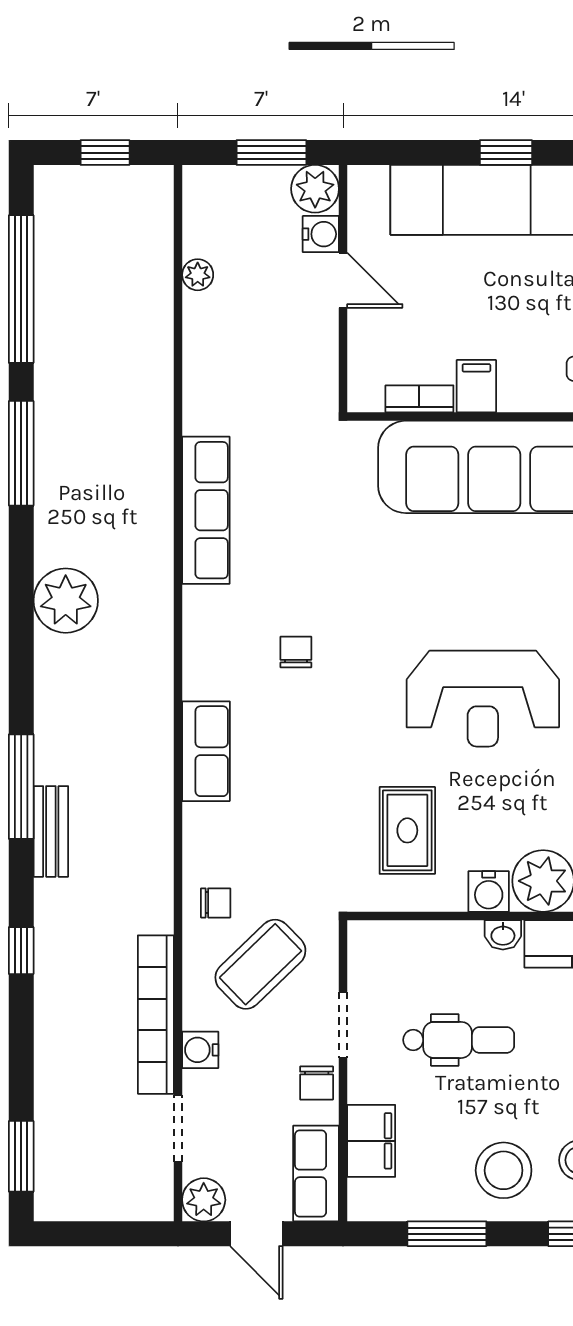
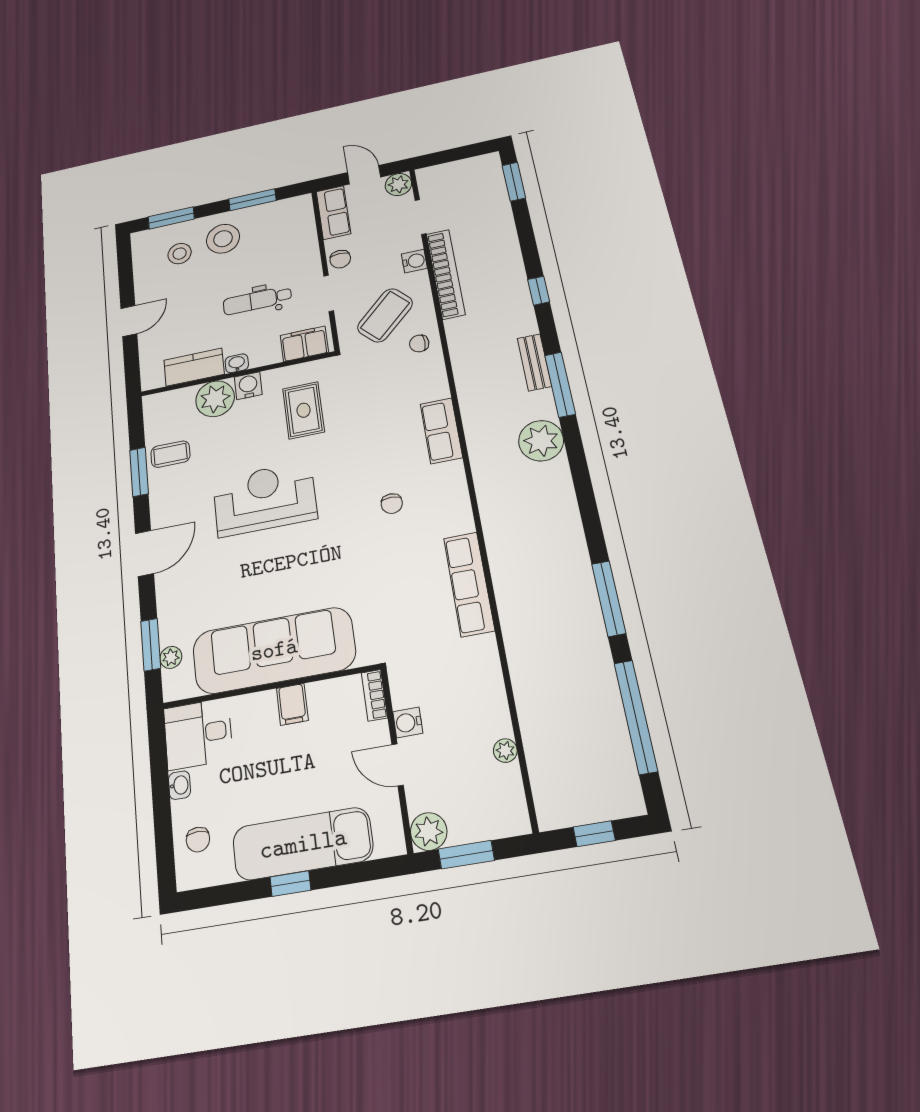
water cooler: (321, 234) -> (408, 722), moved
bookcase: (419, 399) -> (374, 695), moved, turned 90
plant: (66, 601) -> (541, 441), moved
chair: (317, 1083) -> (340, 259), turned 180
filing cabinet: (371, 1141) -> (304, 344), moved, turned 90

